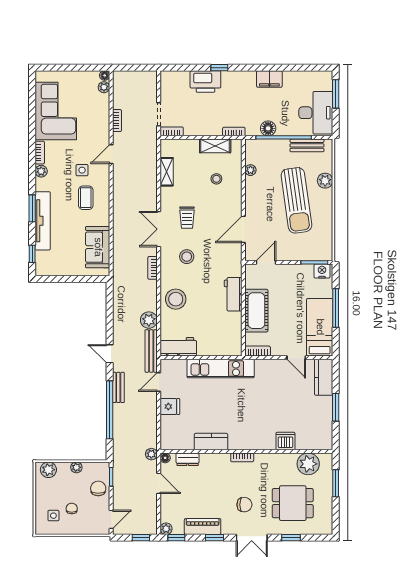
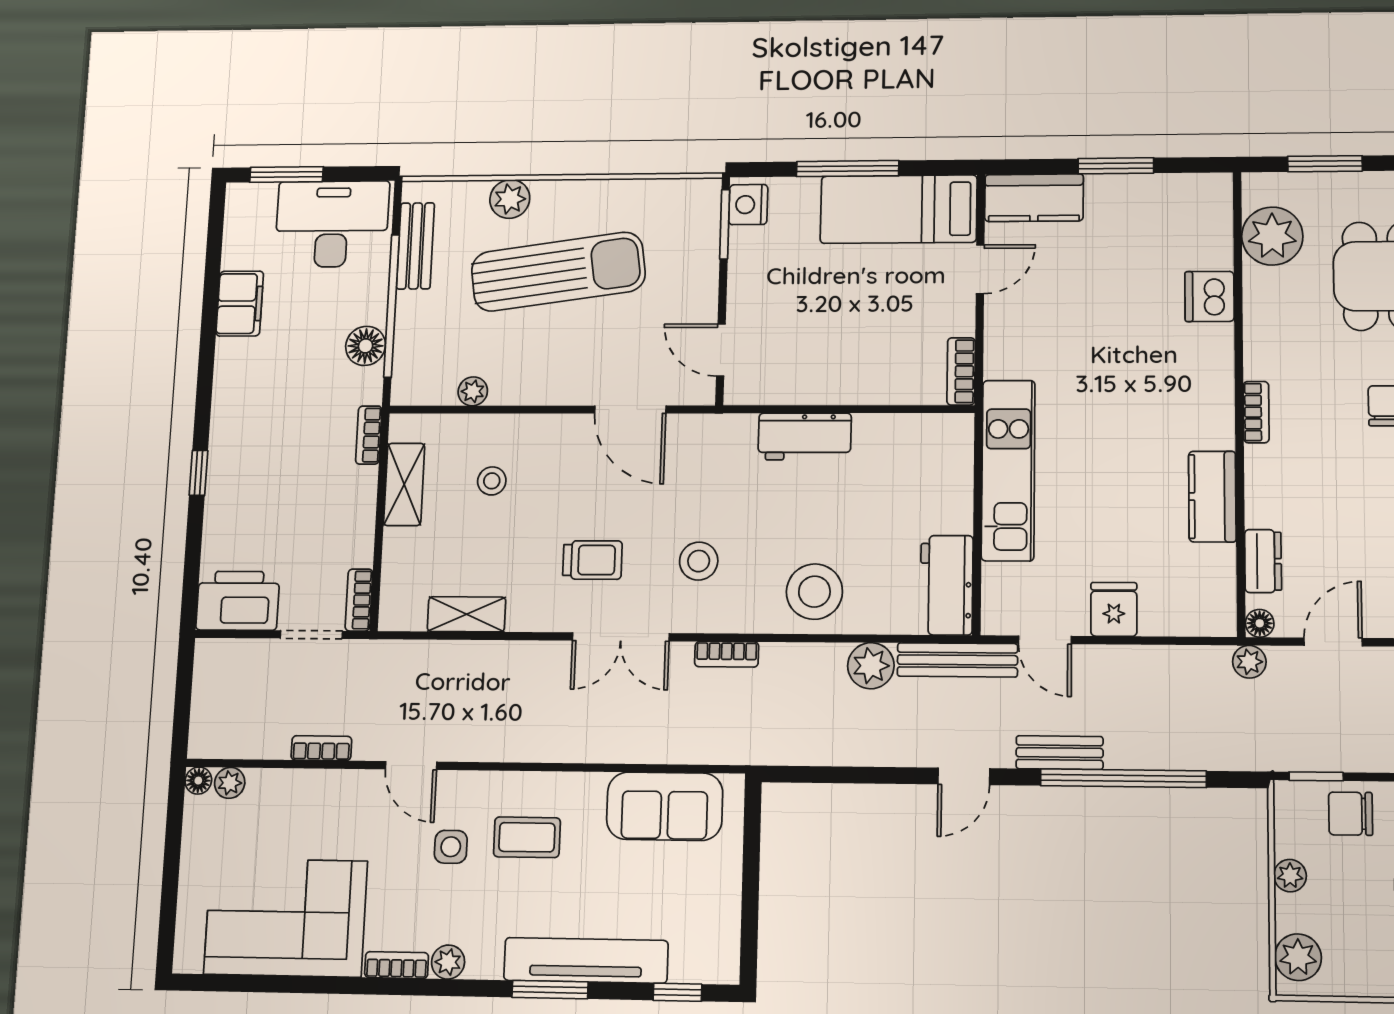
filing cabinet: (269, 79) -> (240, 304), moved
printer: (205, 81) -> (238, 601), moved, turned -90
cot: (256, 311) -> (851, 375), removed

